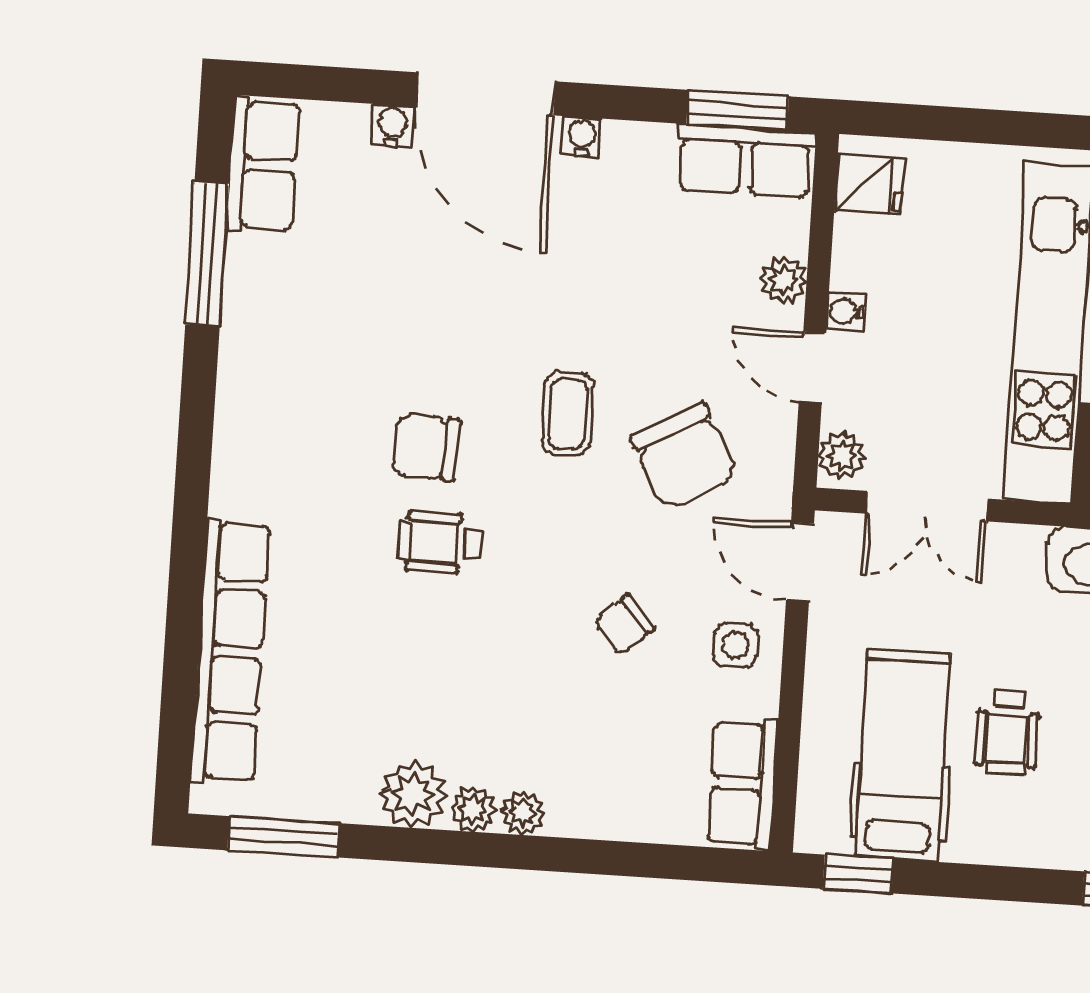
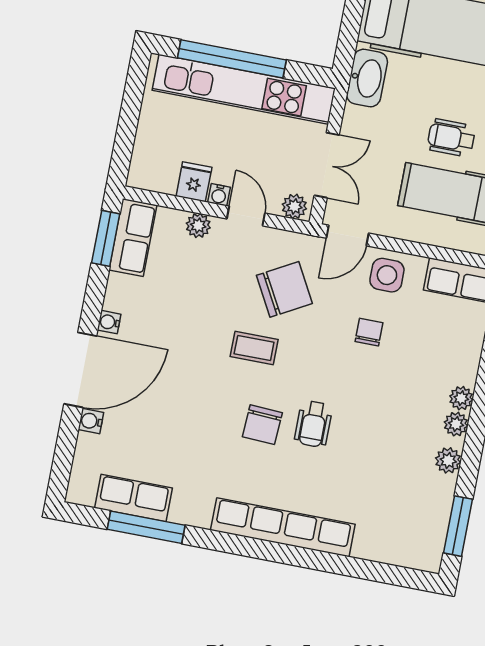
row of seats: (263, 165) -> (134, 498), moved
fridge: (869, 185) -> (194, 182), moved
door: (813, 367) -> (246, 216), swing flipped
chair: (625, 625) -> (369, 332), turned -139
side table: (735, 645) -> (387, 275), width x1.37, depth x1.37
row of seats: (230, 652) -> (283, 527), moved
wheelchair: (1007, 733) -> (451, 138), turned 180
plant: (413, 794) -> (448, 460), width x0.73, depth x0.73

